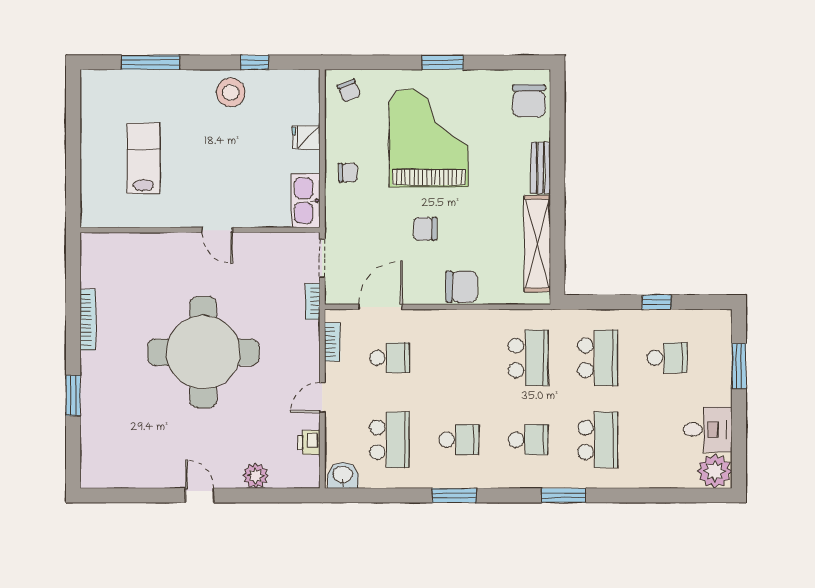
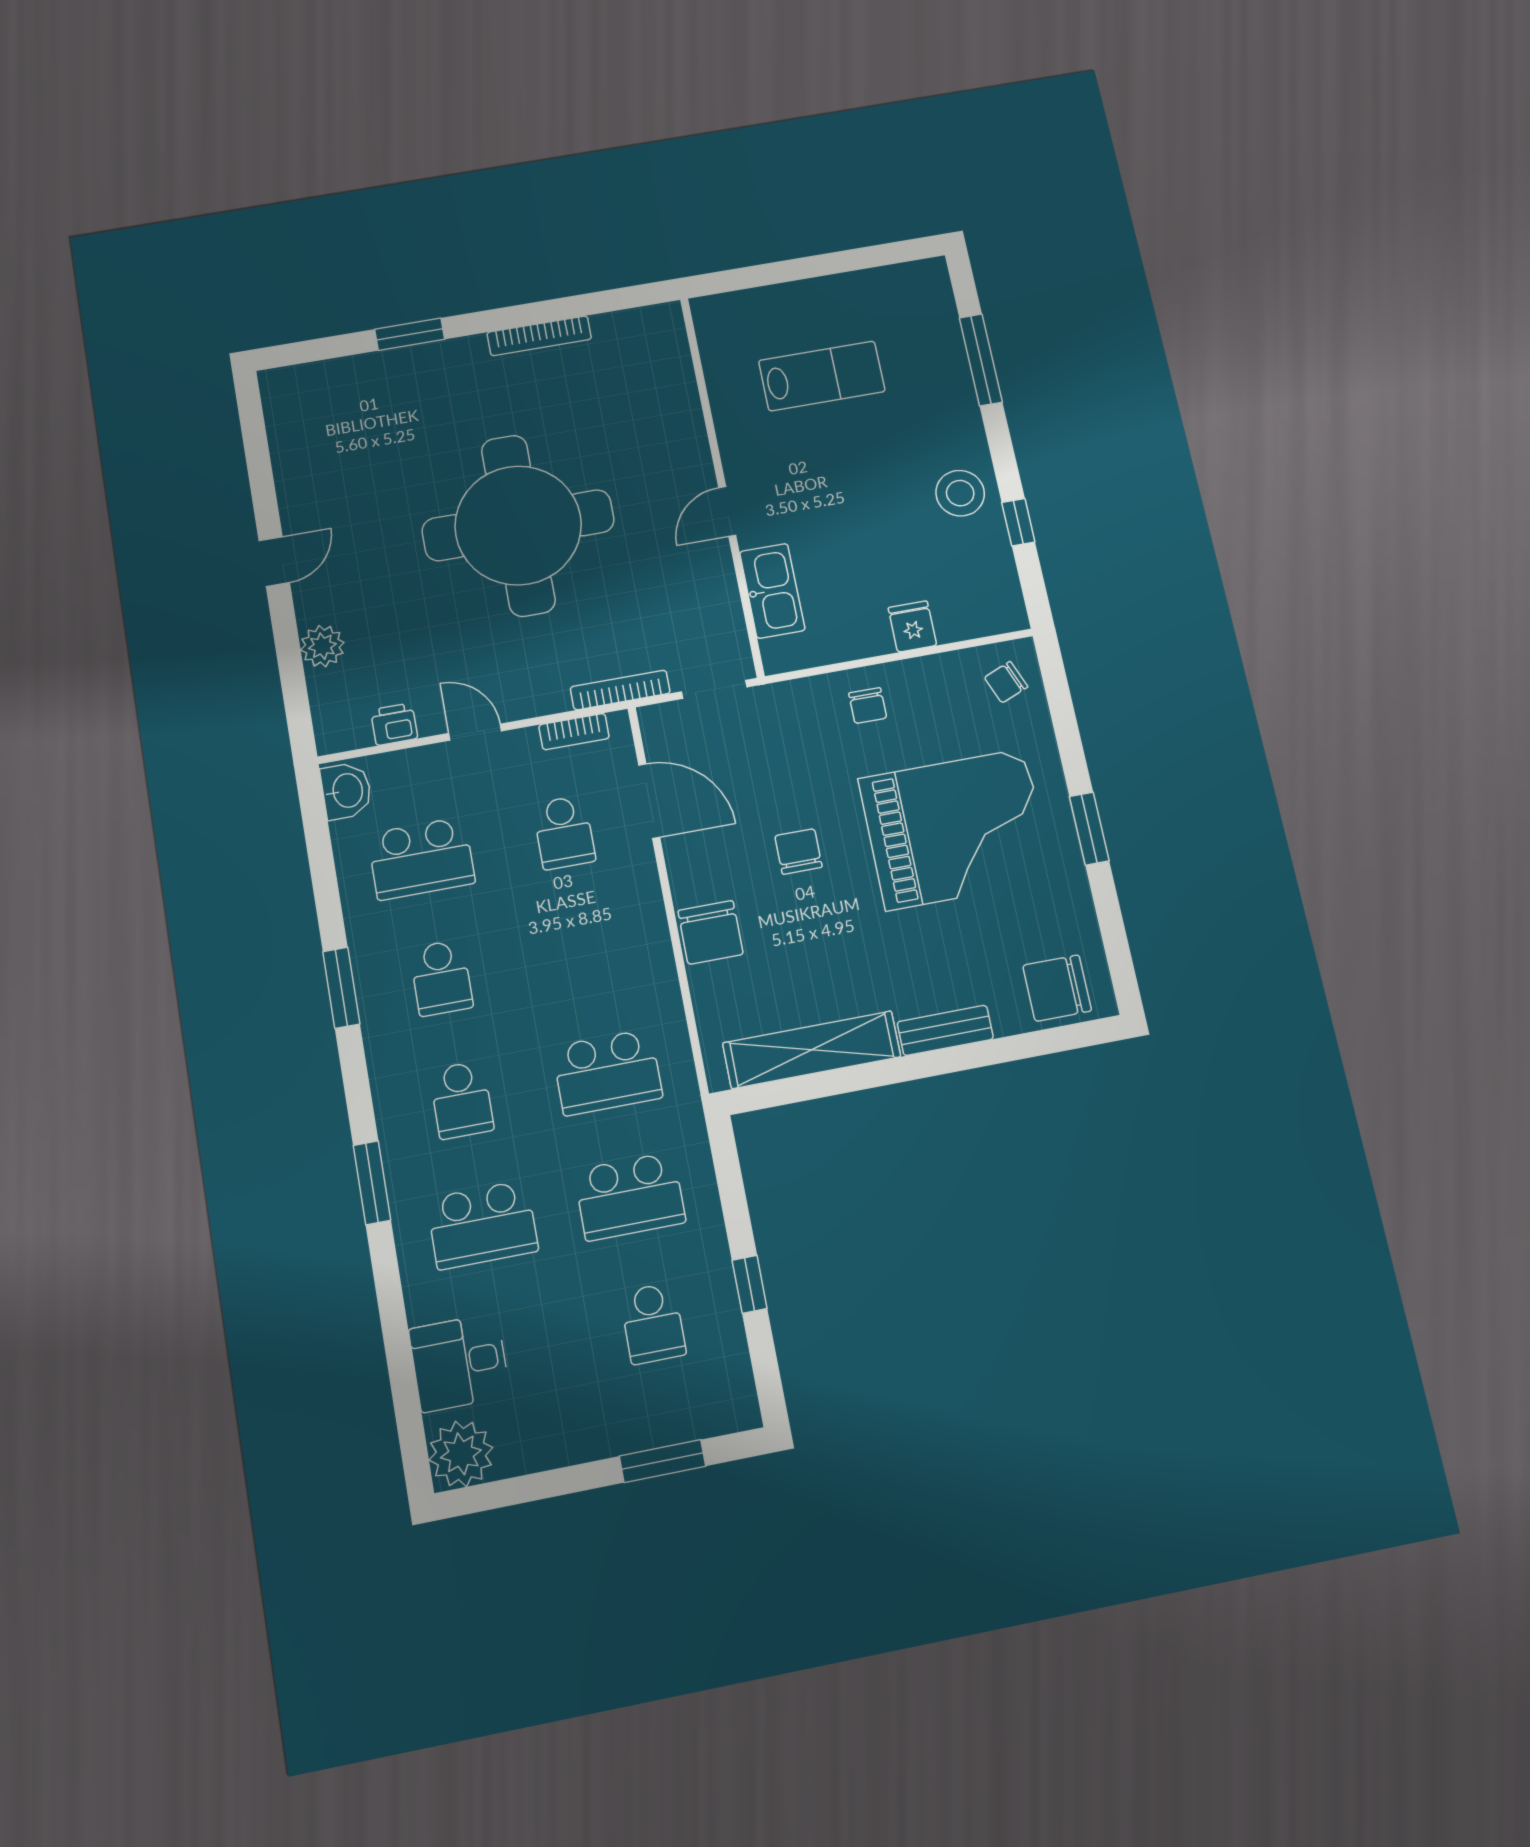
kitchen sink: (306, 201) -> (772, 591), moved, turned 90
bookcase: (313, 301) -> (620, 690), width x1.56
desk: (708, 429) -> (459, 1362), moved, turned 90

